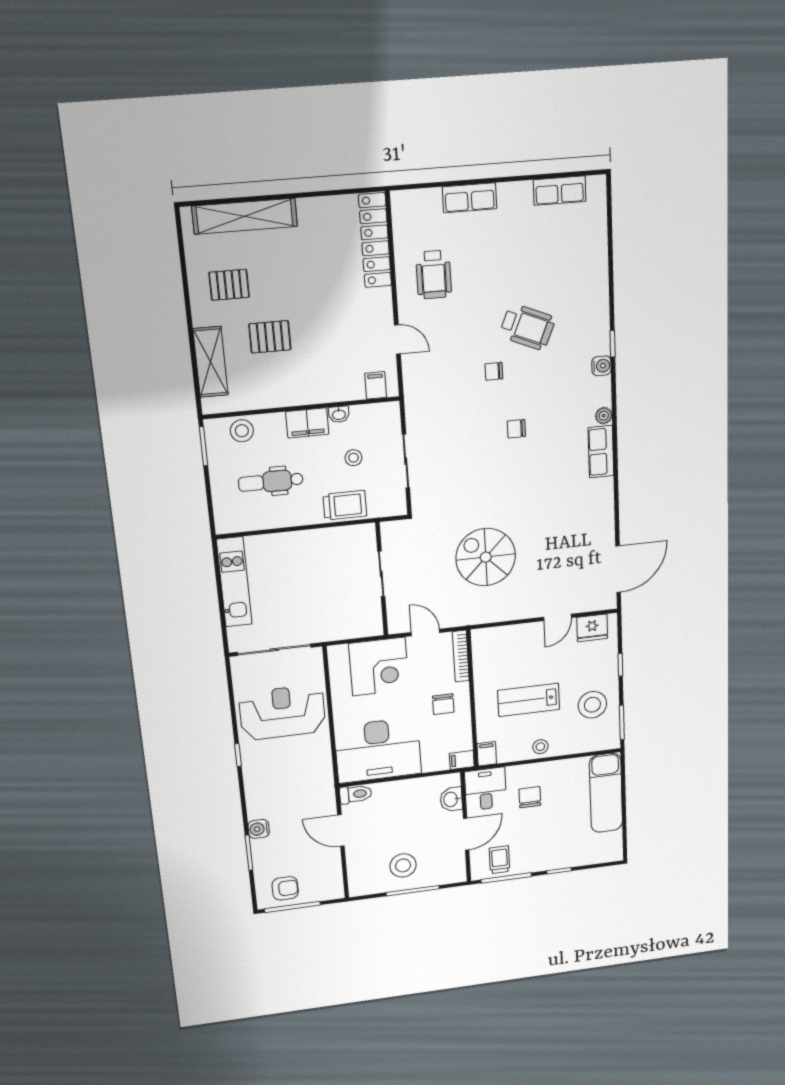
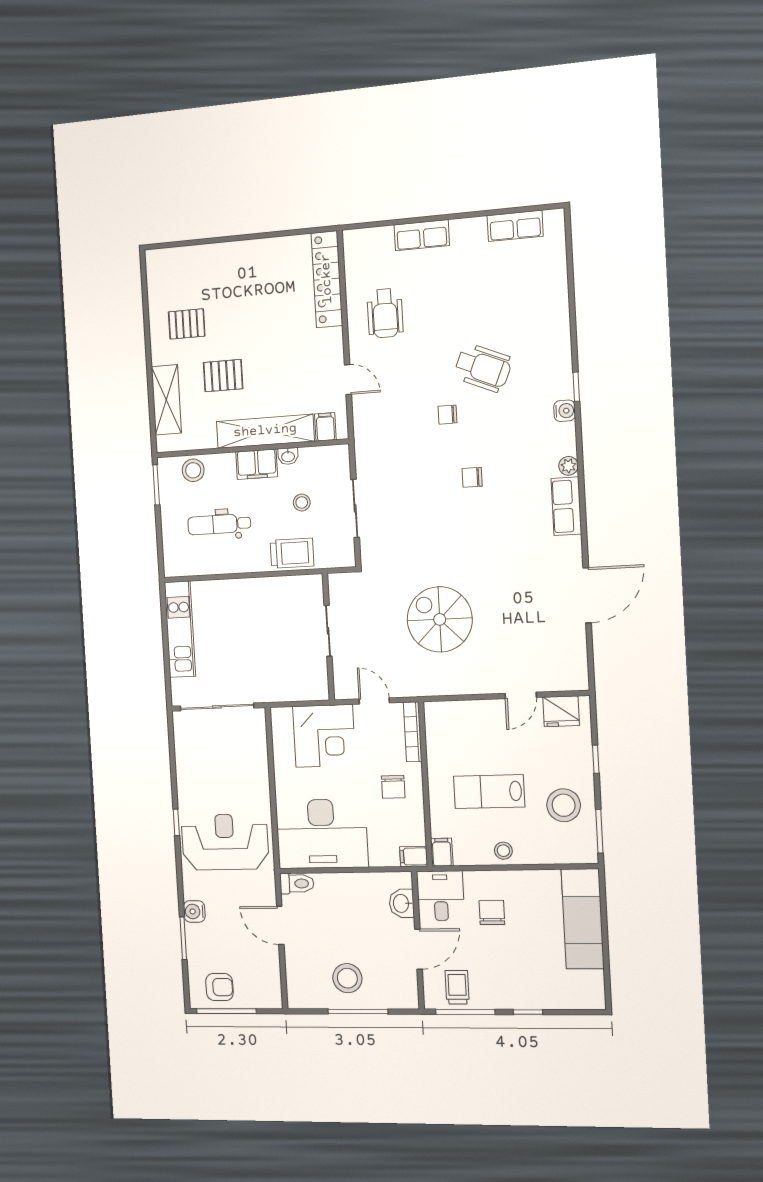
shelving: (245, 216) -> (265, 431), moved
door: (618, 569) -> (587, 595), moved
reception desk: (282, 712) -> (225, 842), moved

